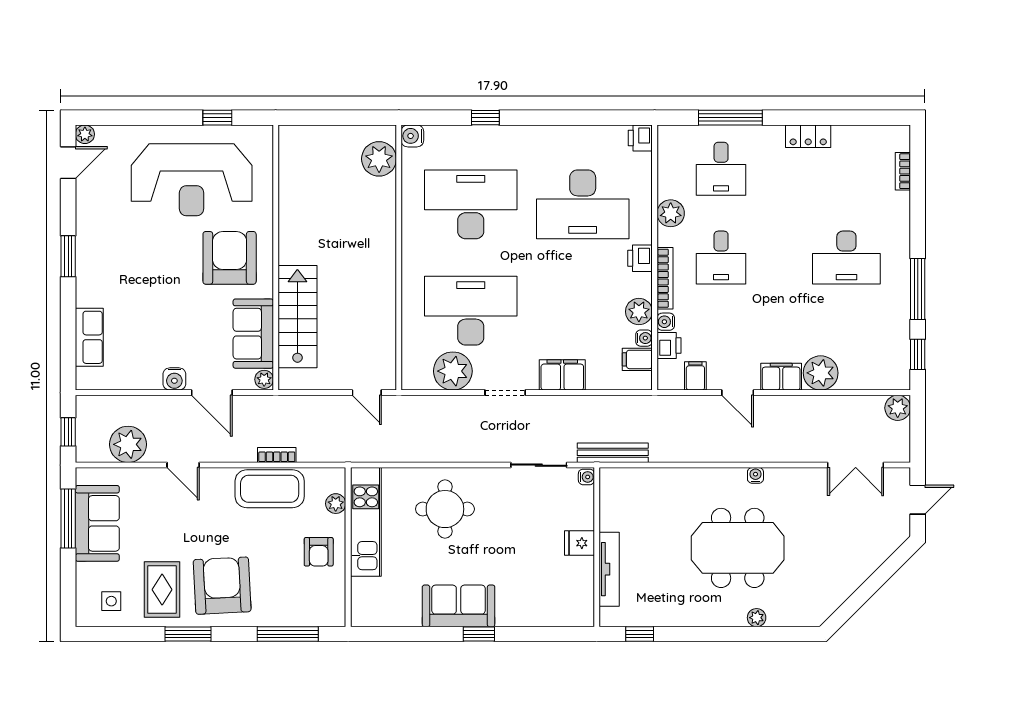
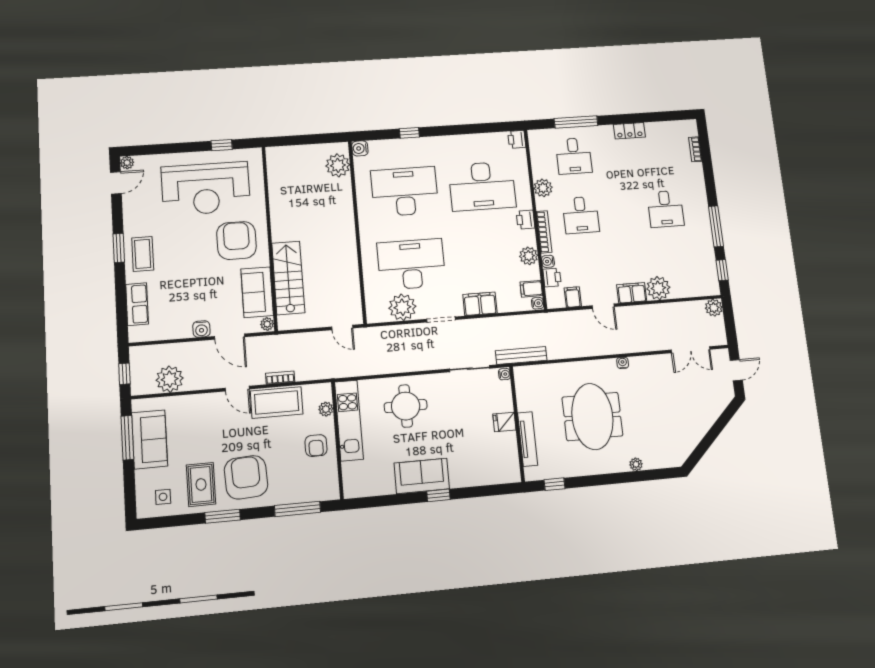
desk: (846, 258) -> (665, 209), width x0.73
coffee table: (100, 267) -> (143, 254), added
water cooler: (644, 338) -> (537, 303), moved
door: (183, 465) -> (237, 389), moved
meeting table: (738, 548) -> (592, 416), moved, turned 90

